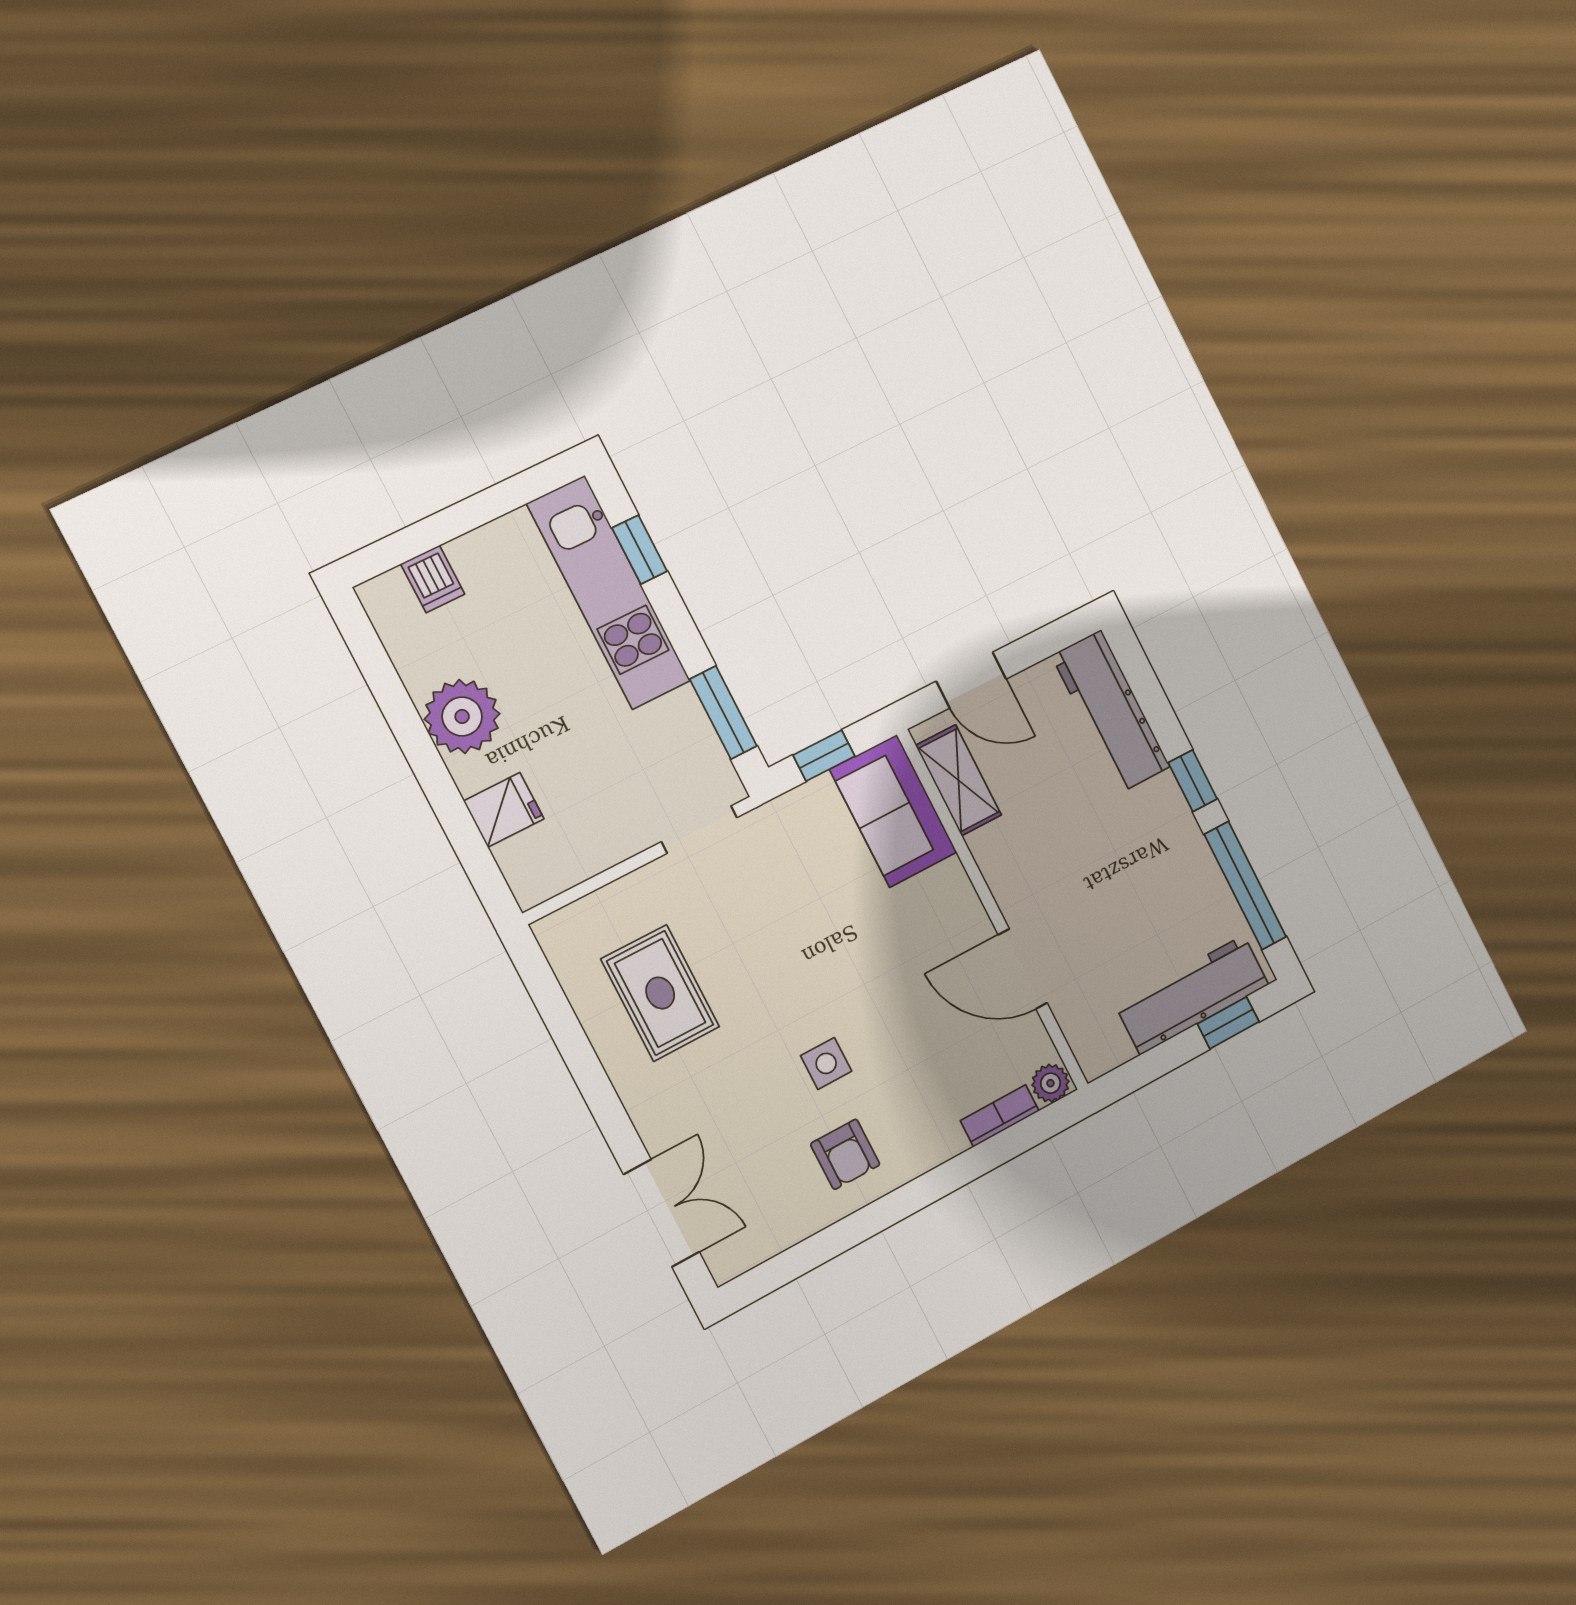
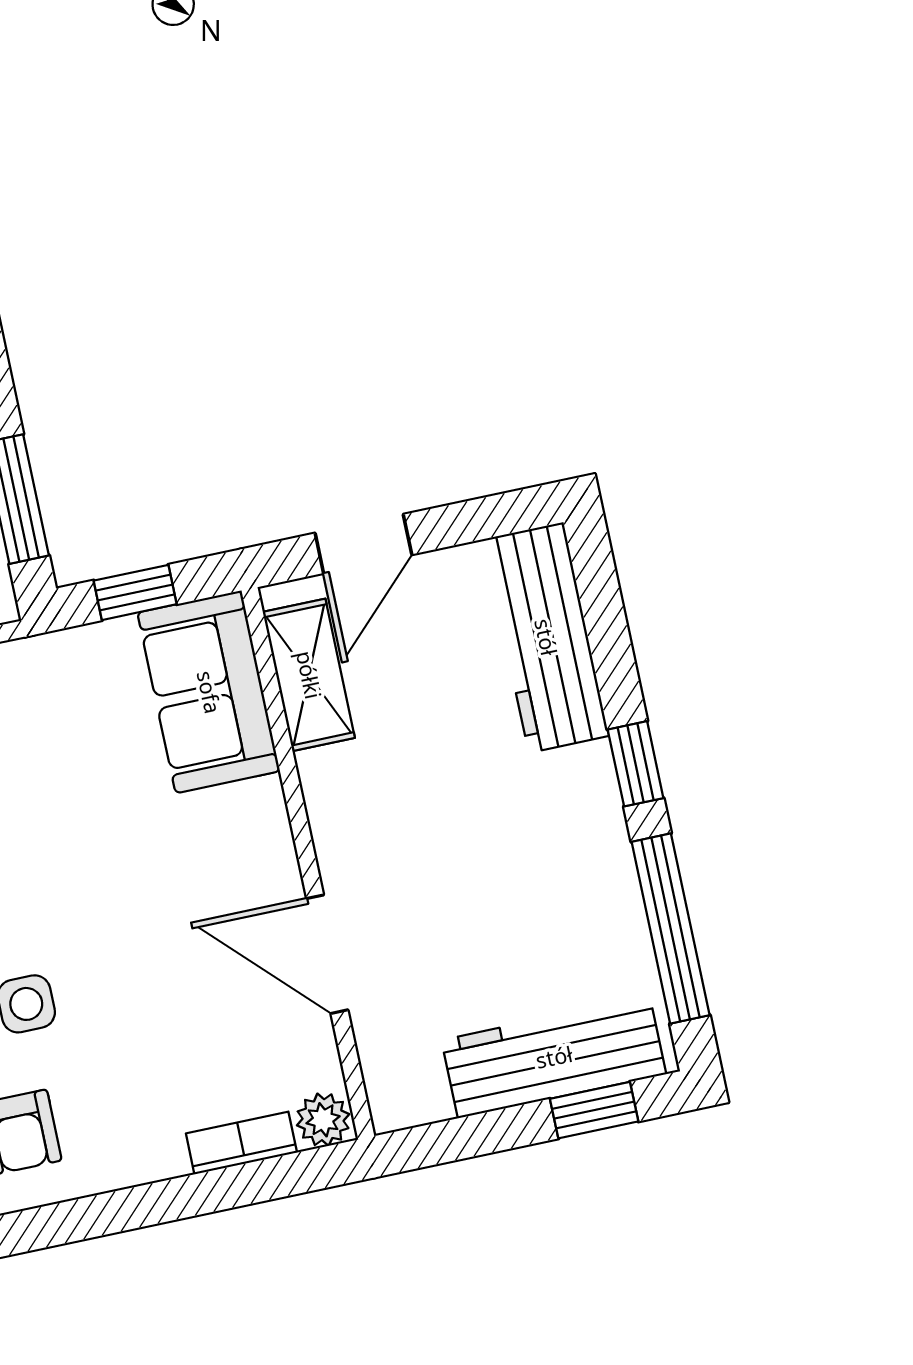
door: (971, 680) -> (363, 544), hinge flipped

